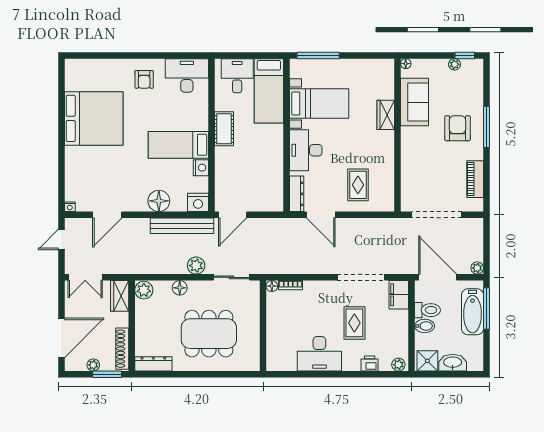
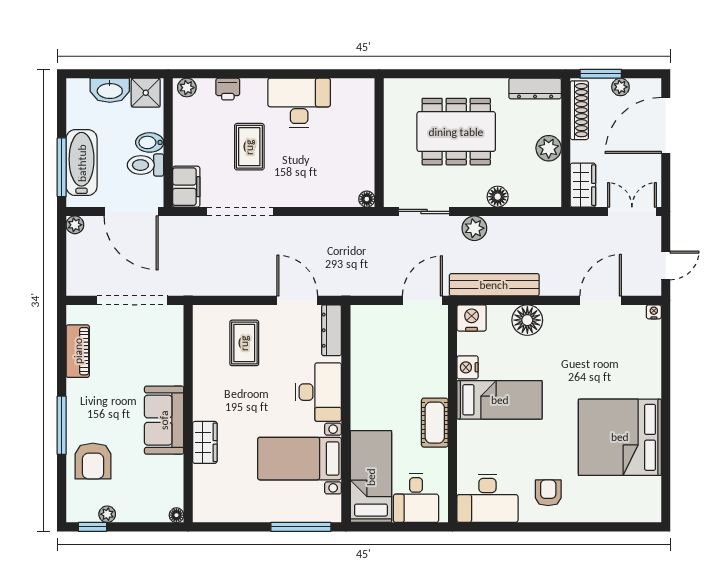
sofa: (414, 102) -> (164, 420), moved
armchair: (457, 128) -> (93, 461), moved
bookcase: (291, 285) -> (340, 200), removed
plant: (144, 290) -> (549, 148), moved

